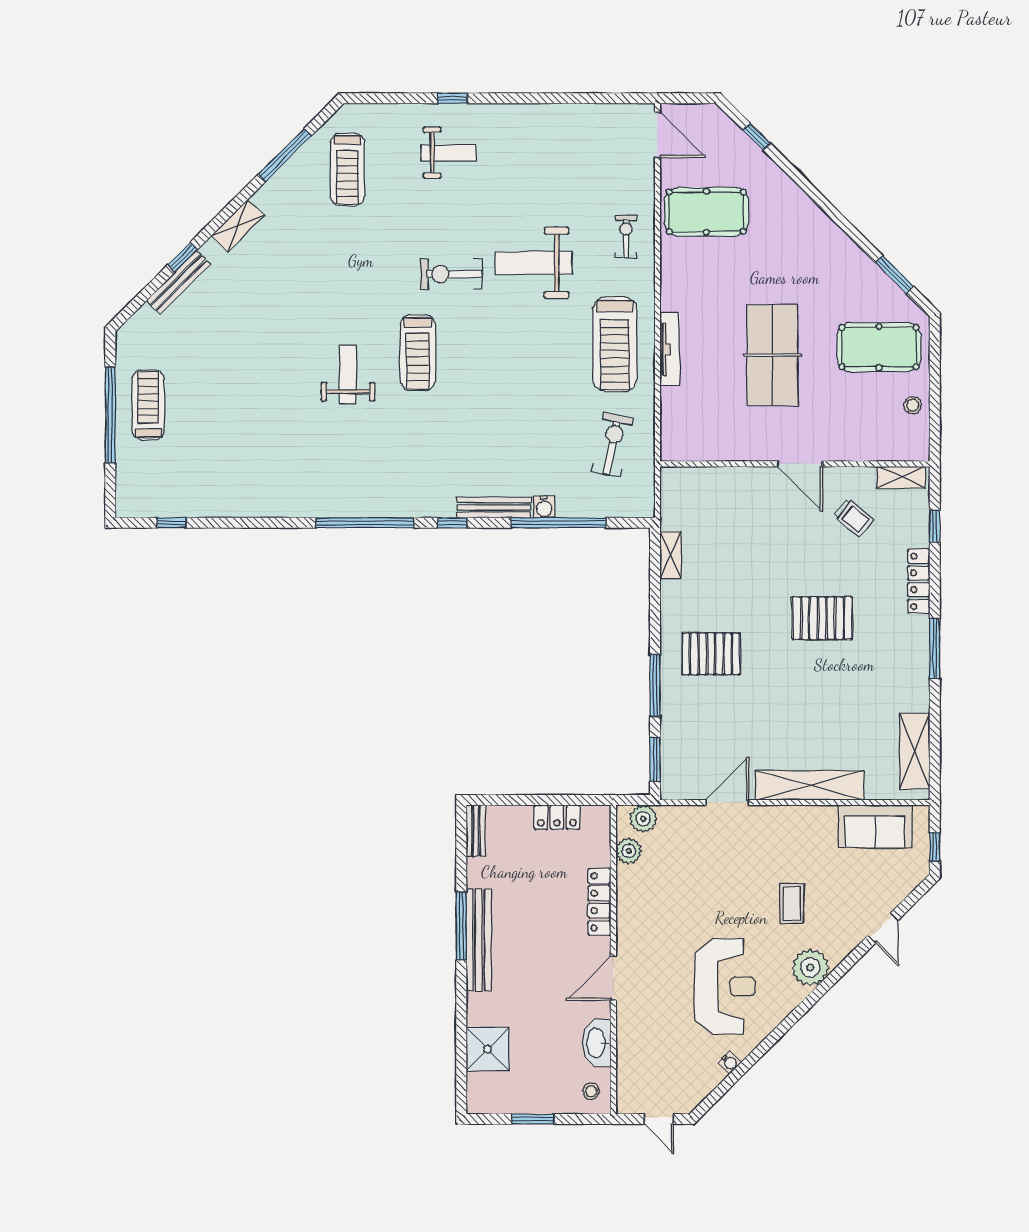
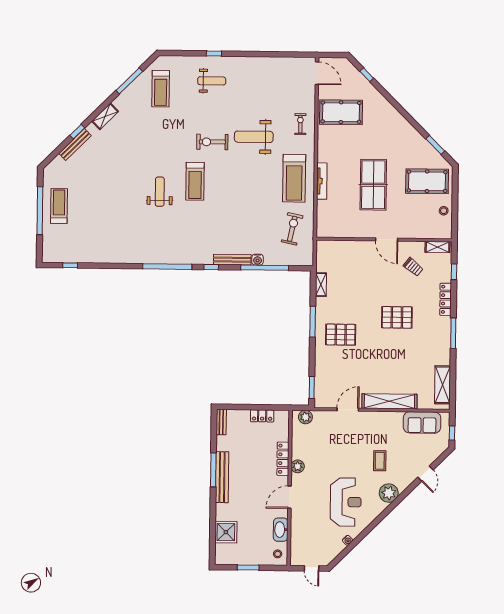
window: (655, 685) -> (313, 322), moved
plant: (629, 851) -> (298, 466), moved

